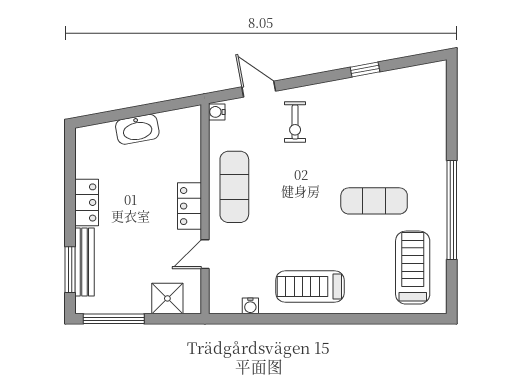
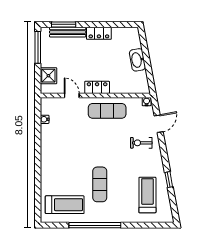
treadmill: (310, 287) -> (147, 195), moved

